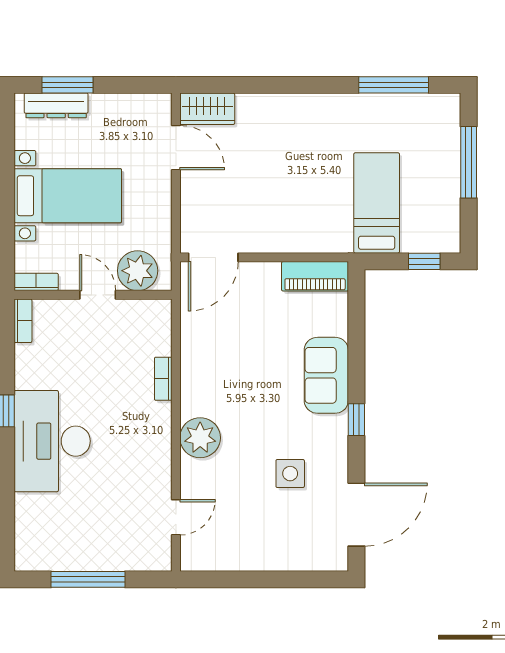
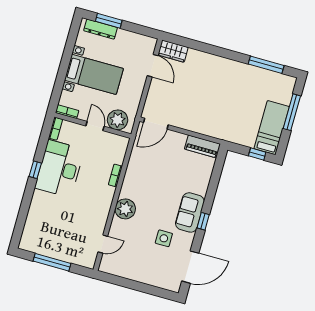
bed: (377, 203) -> (272, 128), moved
sofa: (326, 375) -> (190, 212), moved
desk: (52, 441) -> (59, 169), moved

